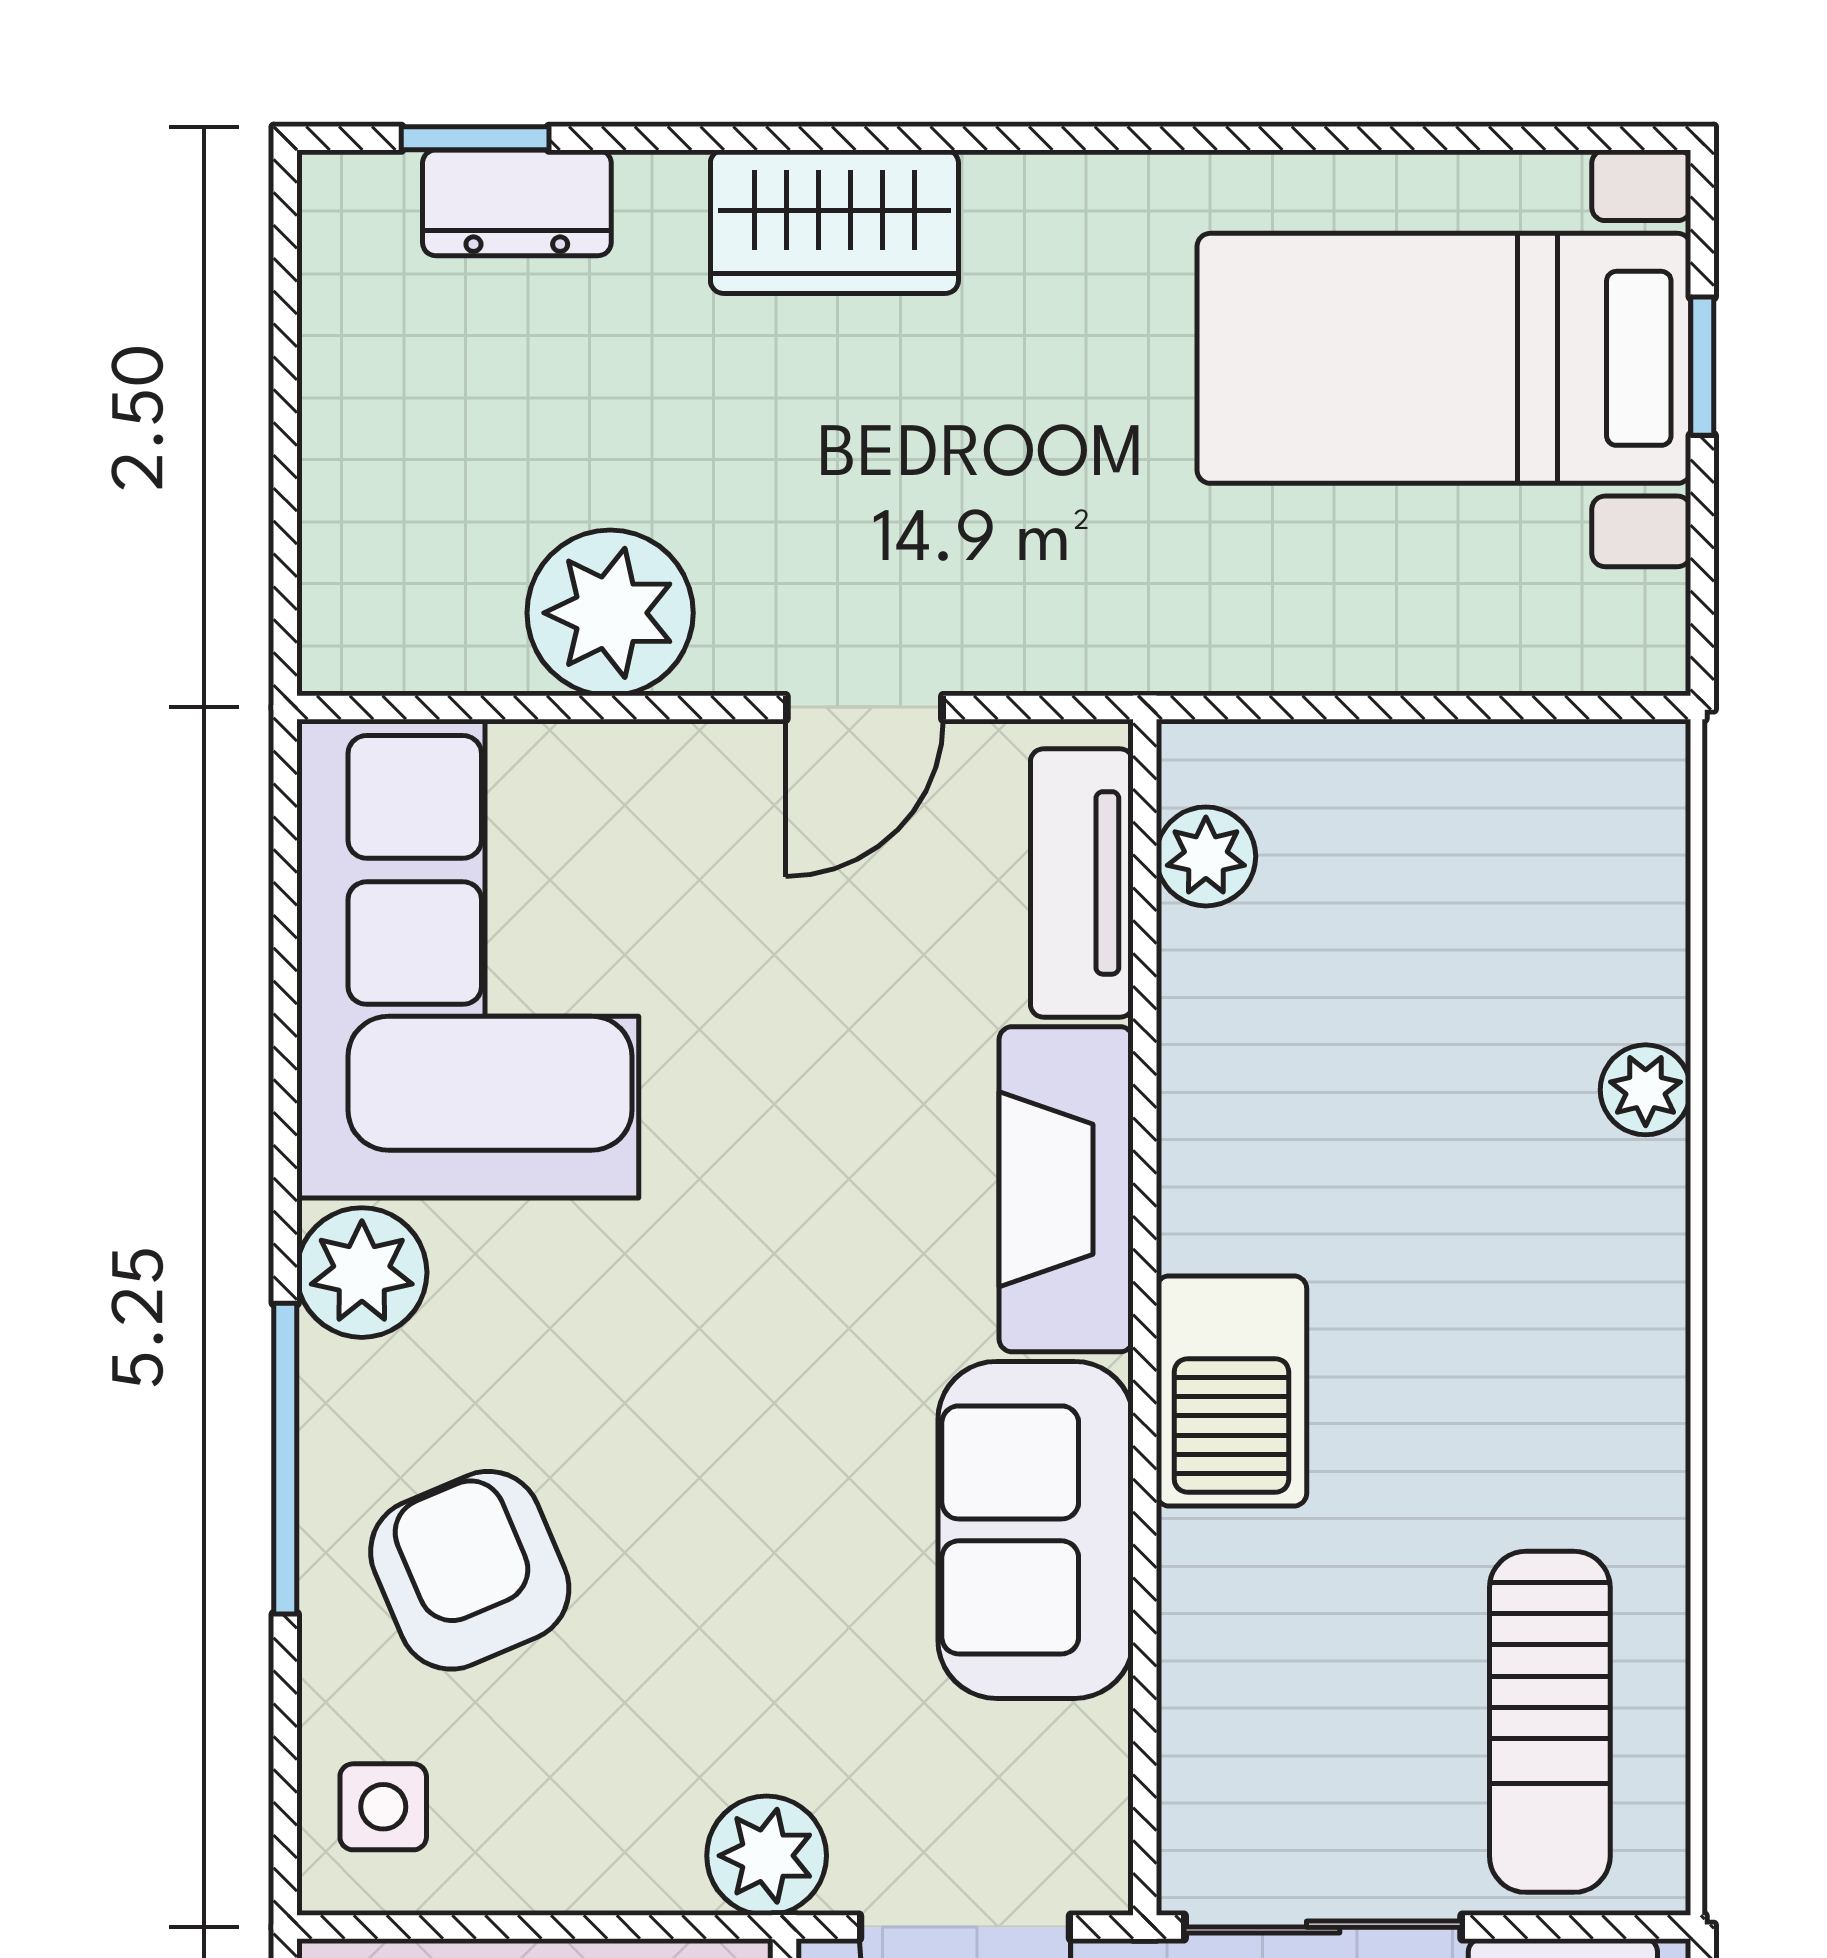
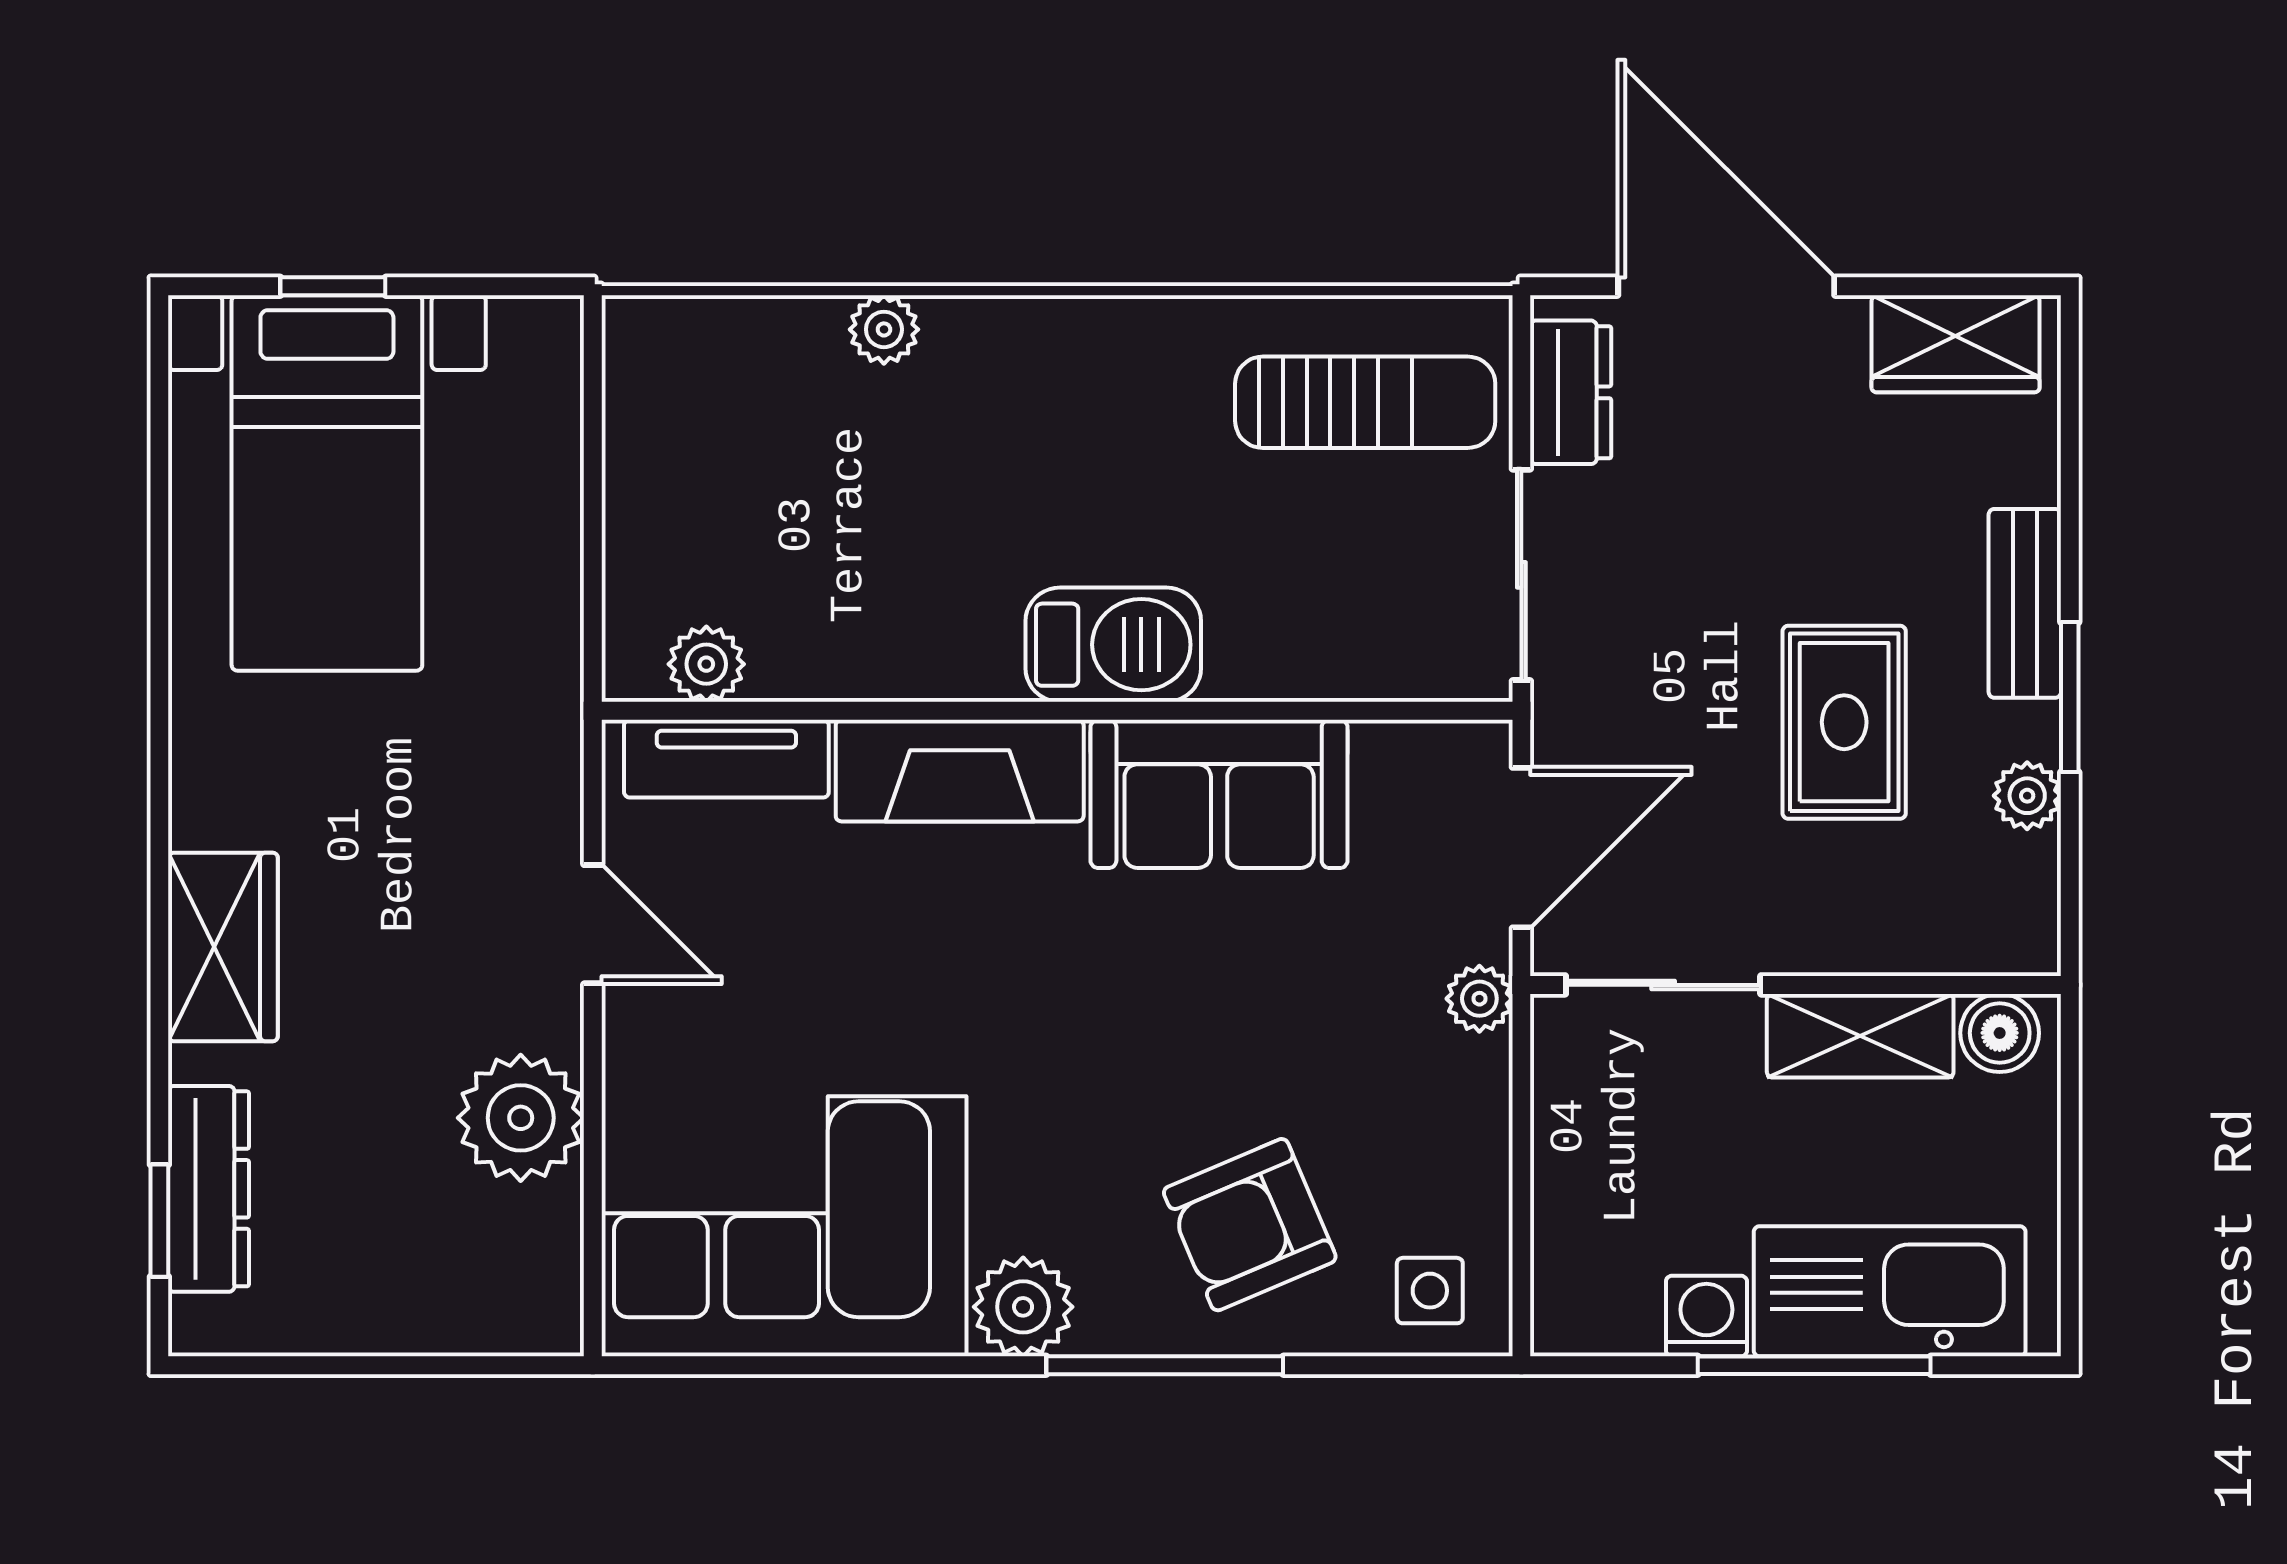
dresser: (517, 203) -> (209, 1189), width x1.44
plant: (767, 1856) -> (1479, 999), width x0.73, depth x0.73

